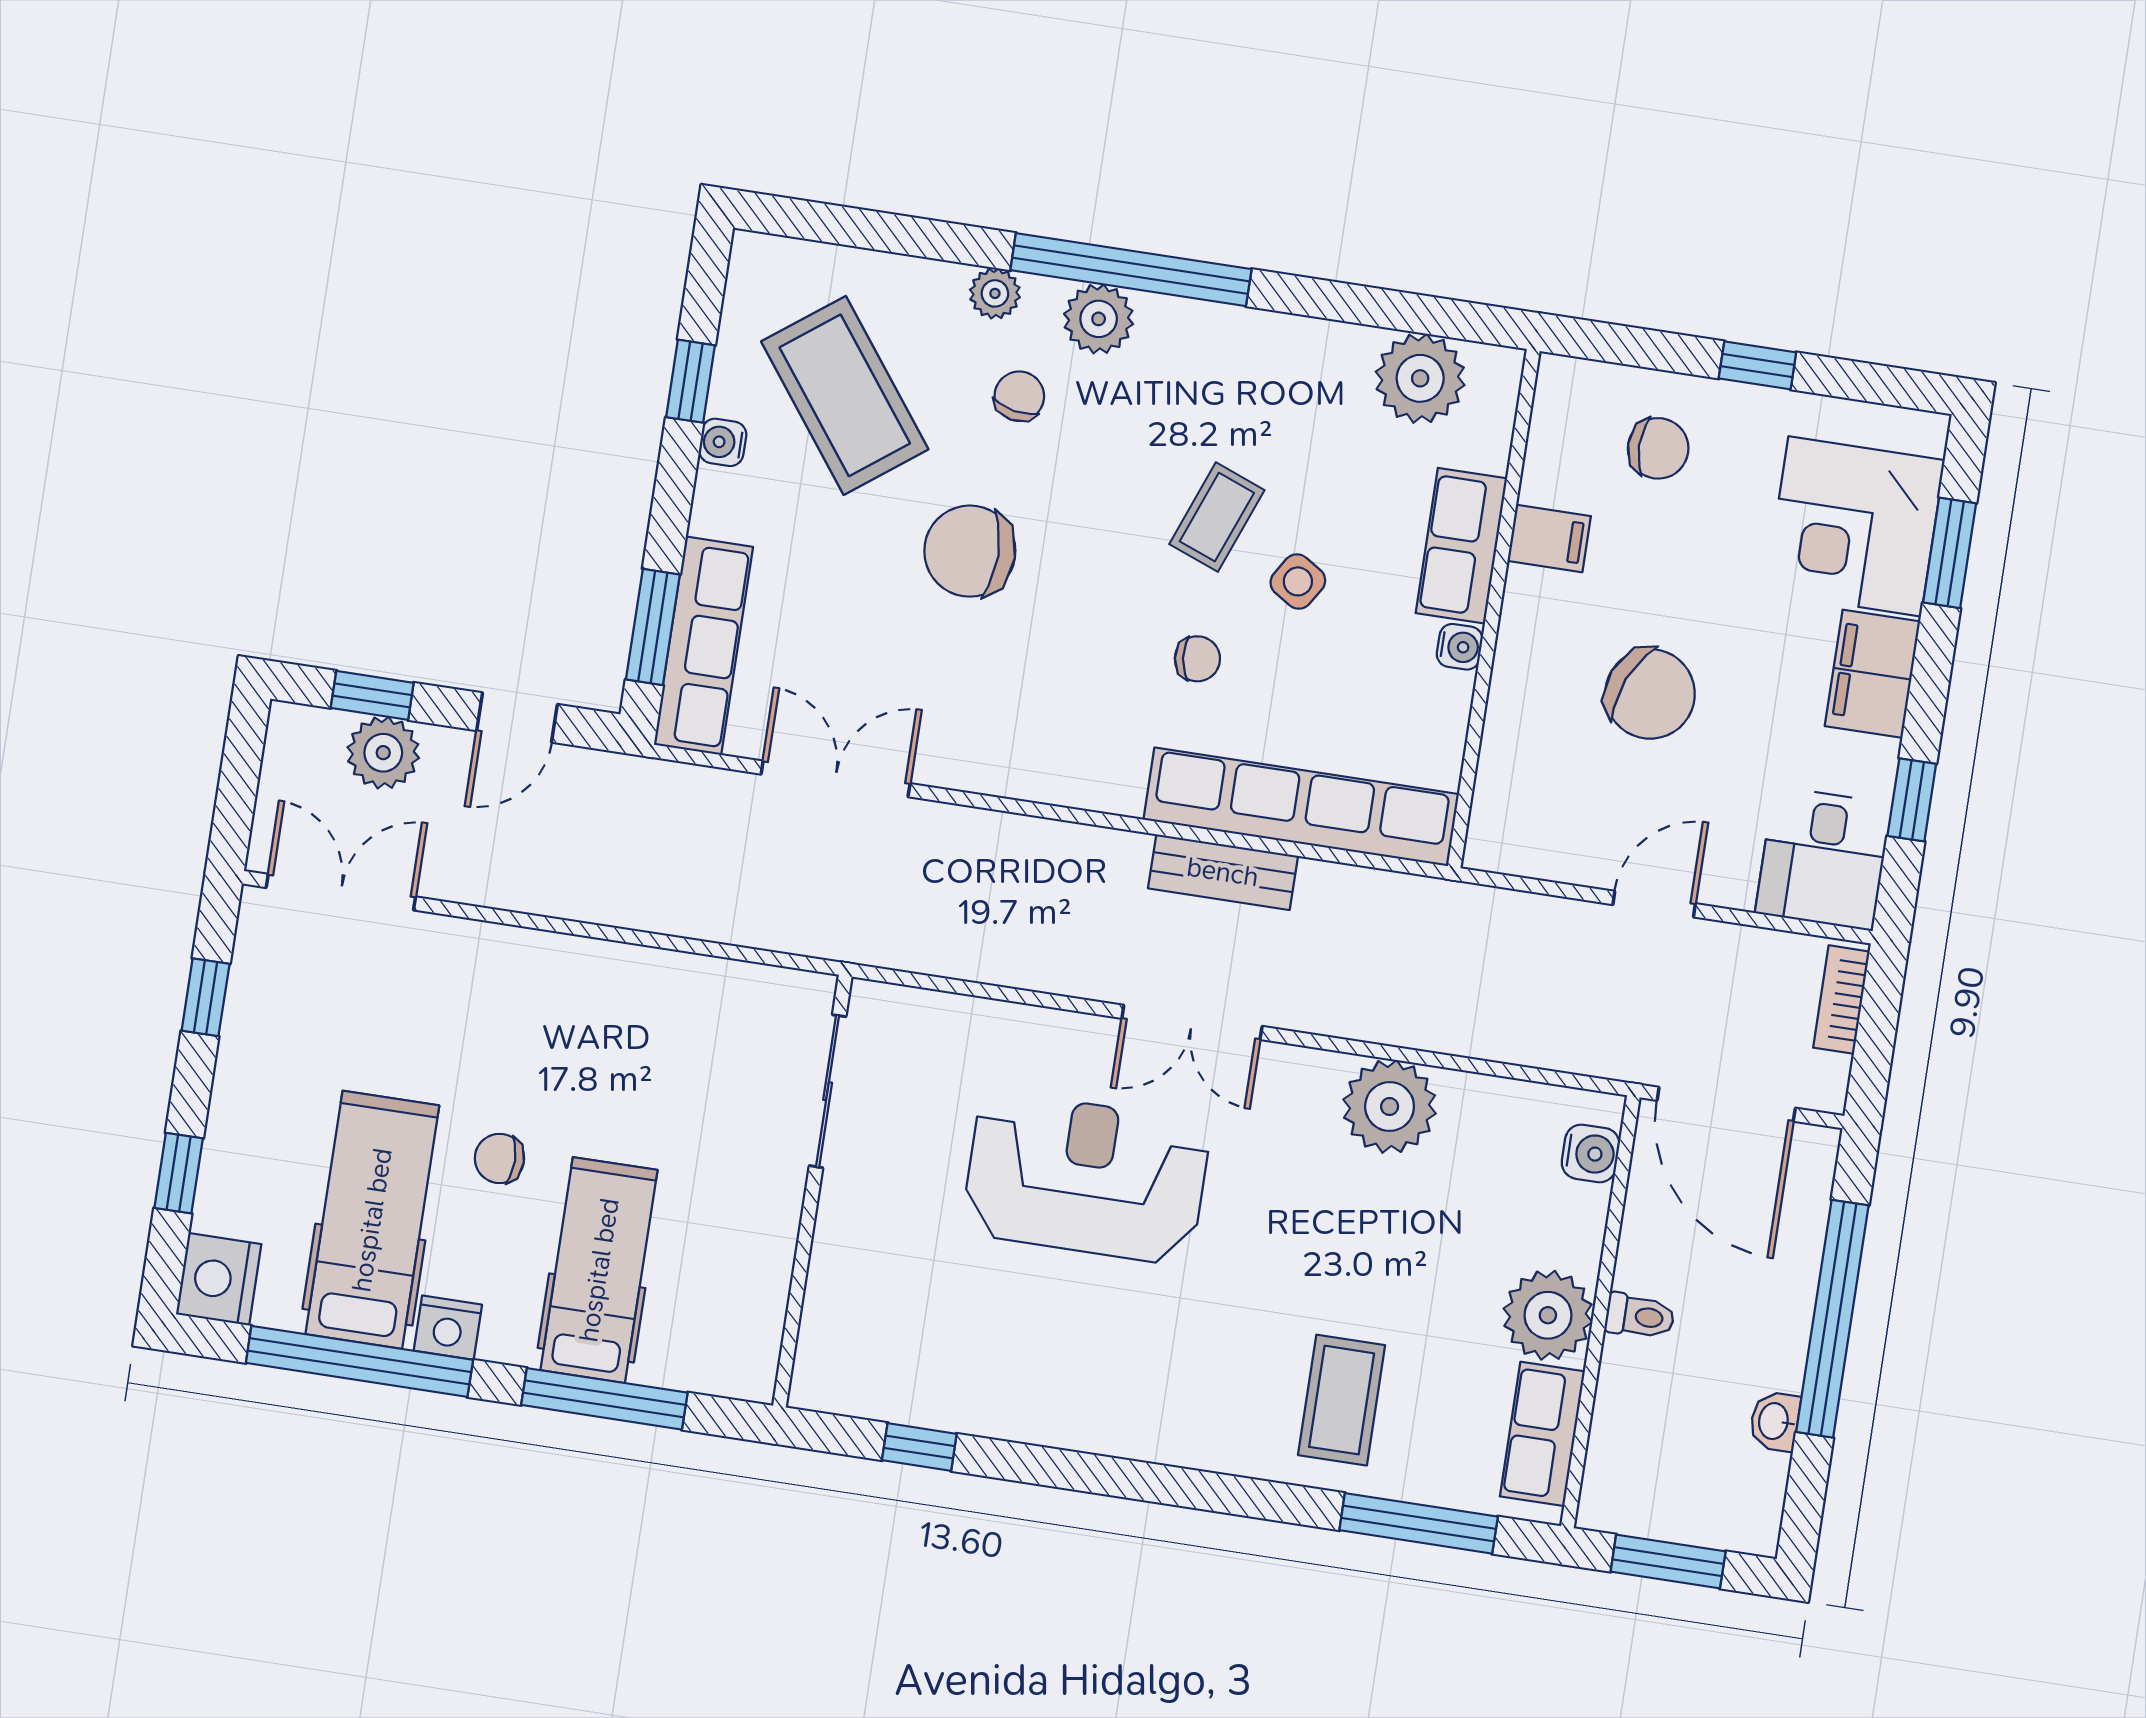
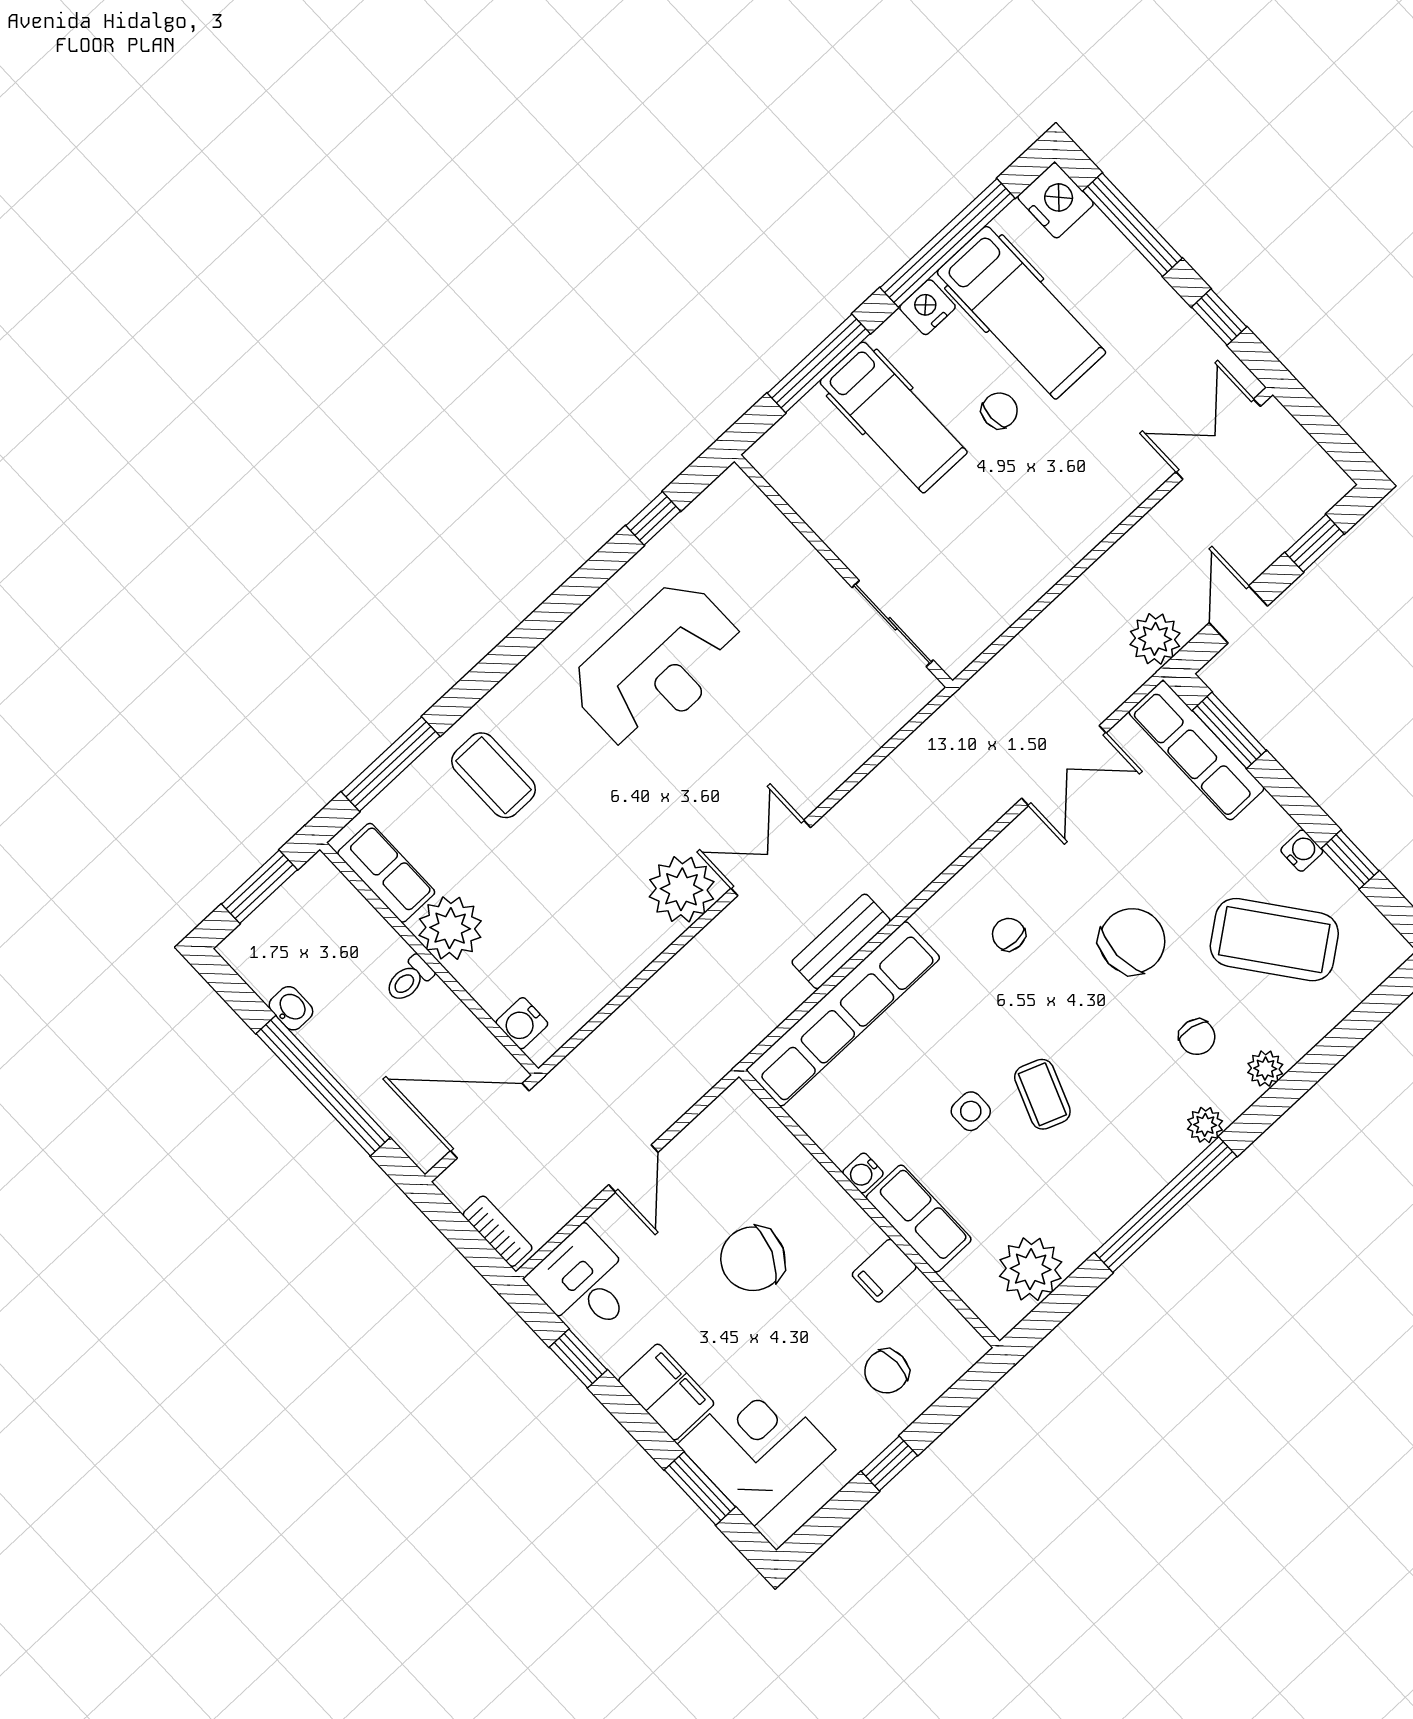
window: (1131, 270) -> (1166, 1205), moved
plant: (1099, 319) -> (1205, 1125), width x0.73, depth x0.73
side table: (1298, 581) -> (971, 1111), turned -32
chair: (1197, 659) -> (1009, 934), moved, turned 97
plant: (383, 753) -> (1155, 639), moved
double door: (341, 892) -> (1218, 439), swing flipped
plant: (1390, 1107) -> (682, 889), moved
window: (179, 1173) -> (1132, 225), width x2.17
reception desk: (1086, 1178) -> (657, 666), moved

